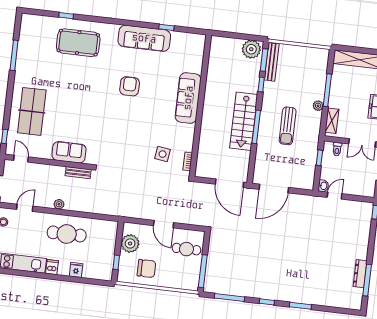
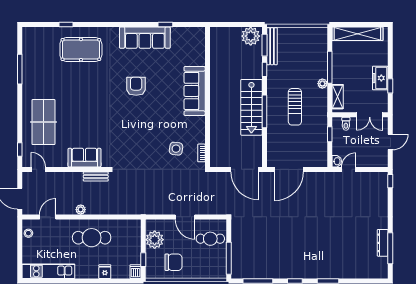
dishwasher: (52, 267) -> (135, 272), moved

